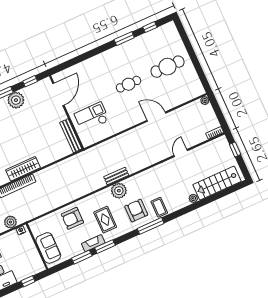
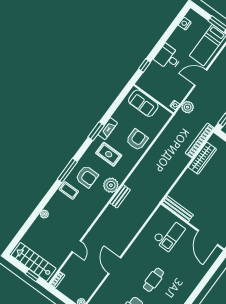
door: (156, 117) -> (114, 266), swing flipped
stairs: (217, 183) -> (33, 262), moved, turned -90
window: (82, 257) -> (111, 111), removed

